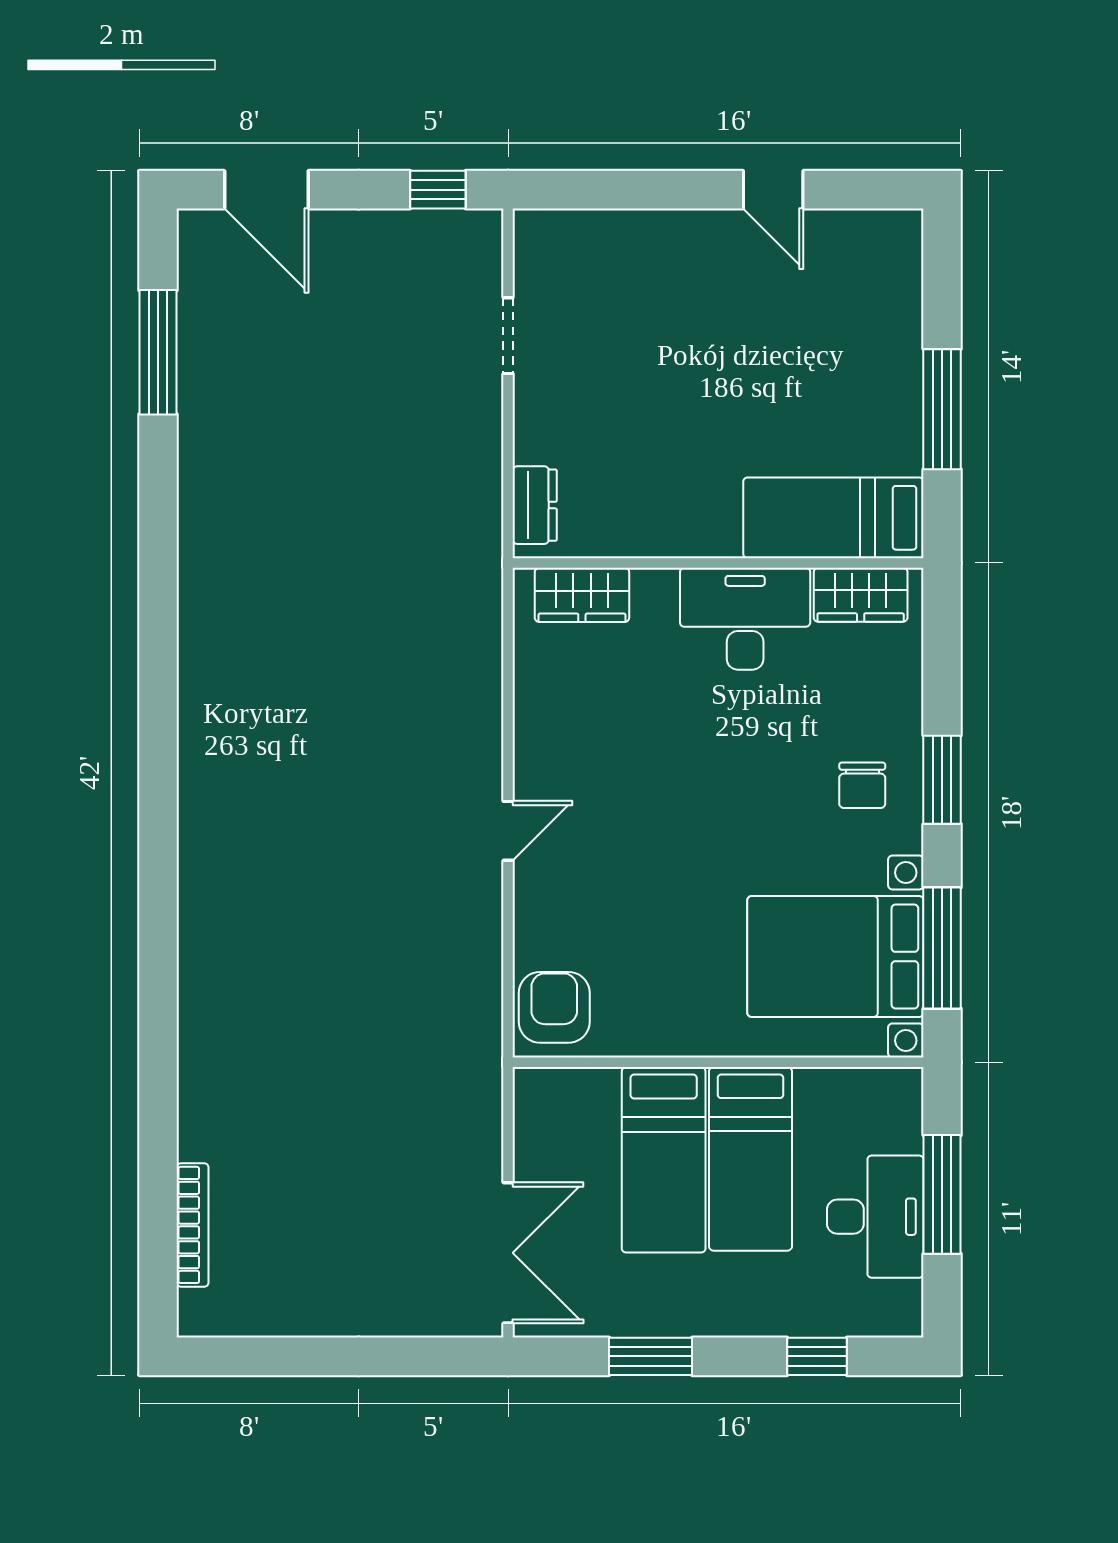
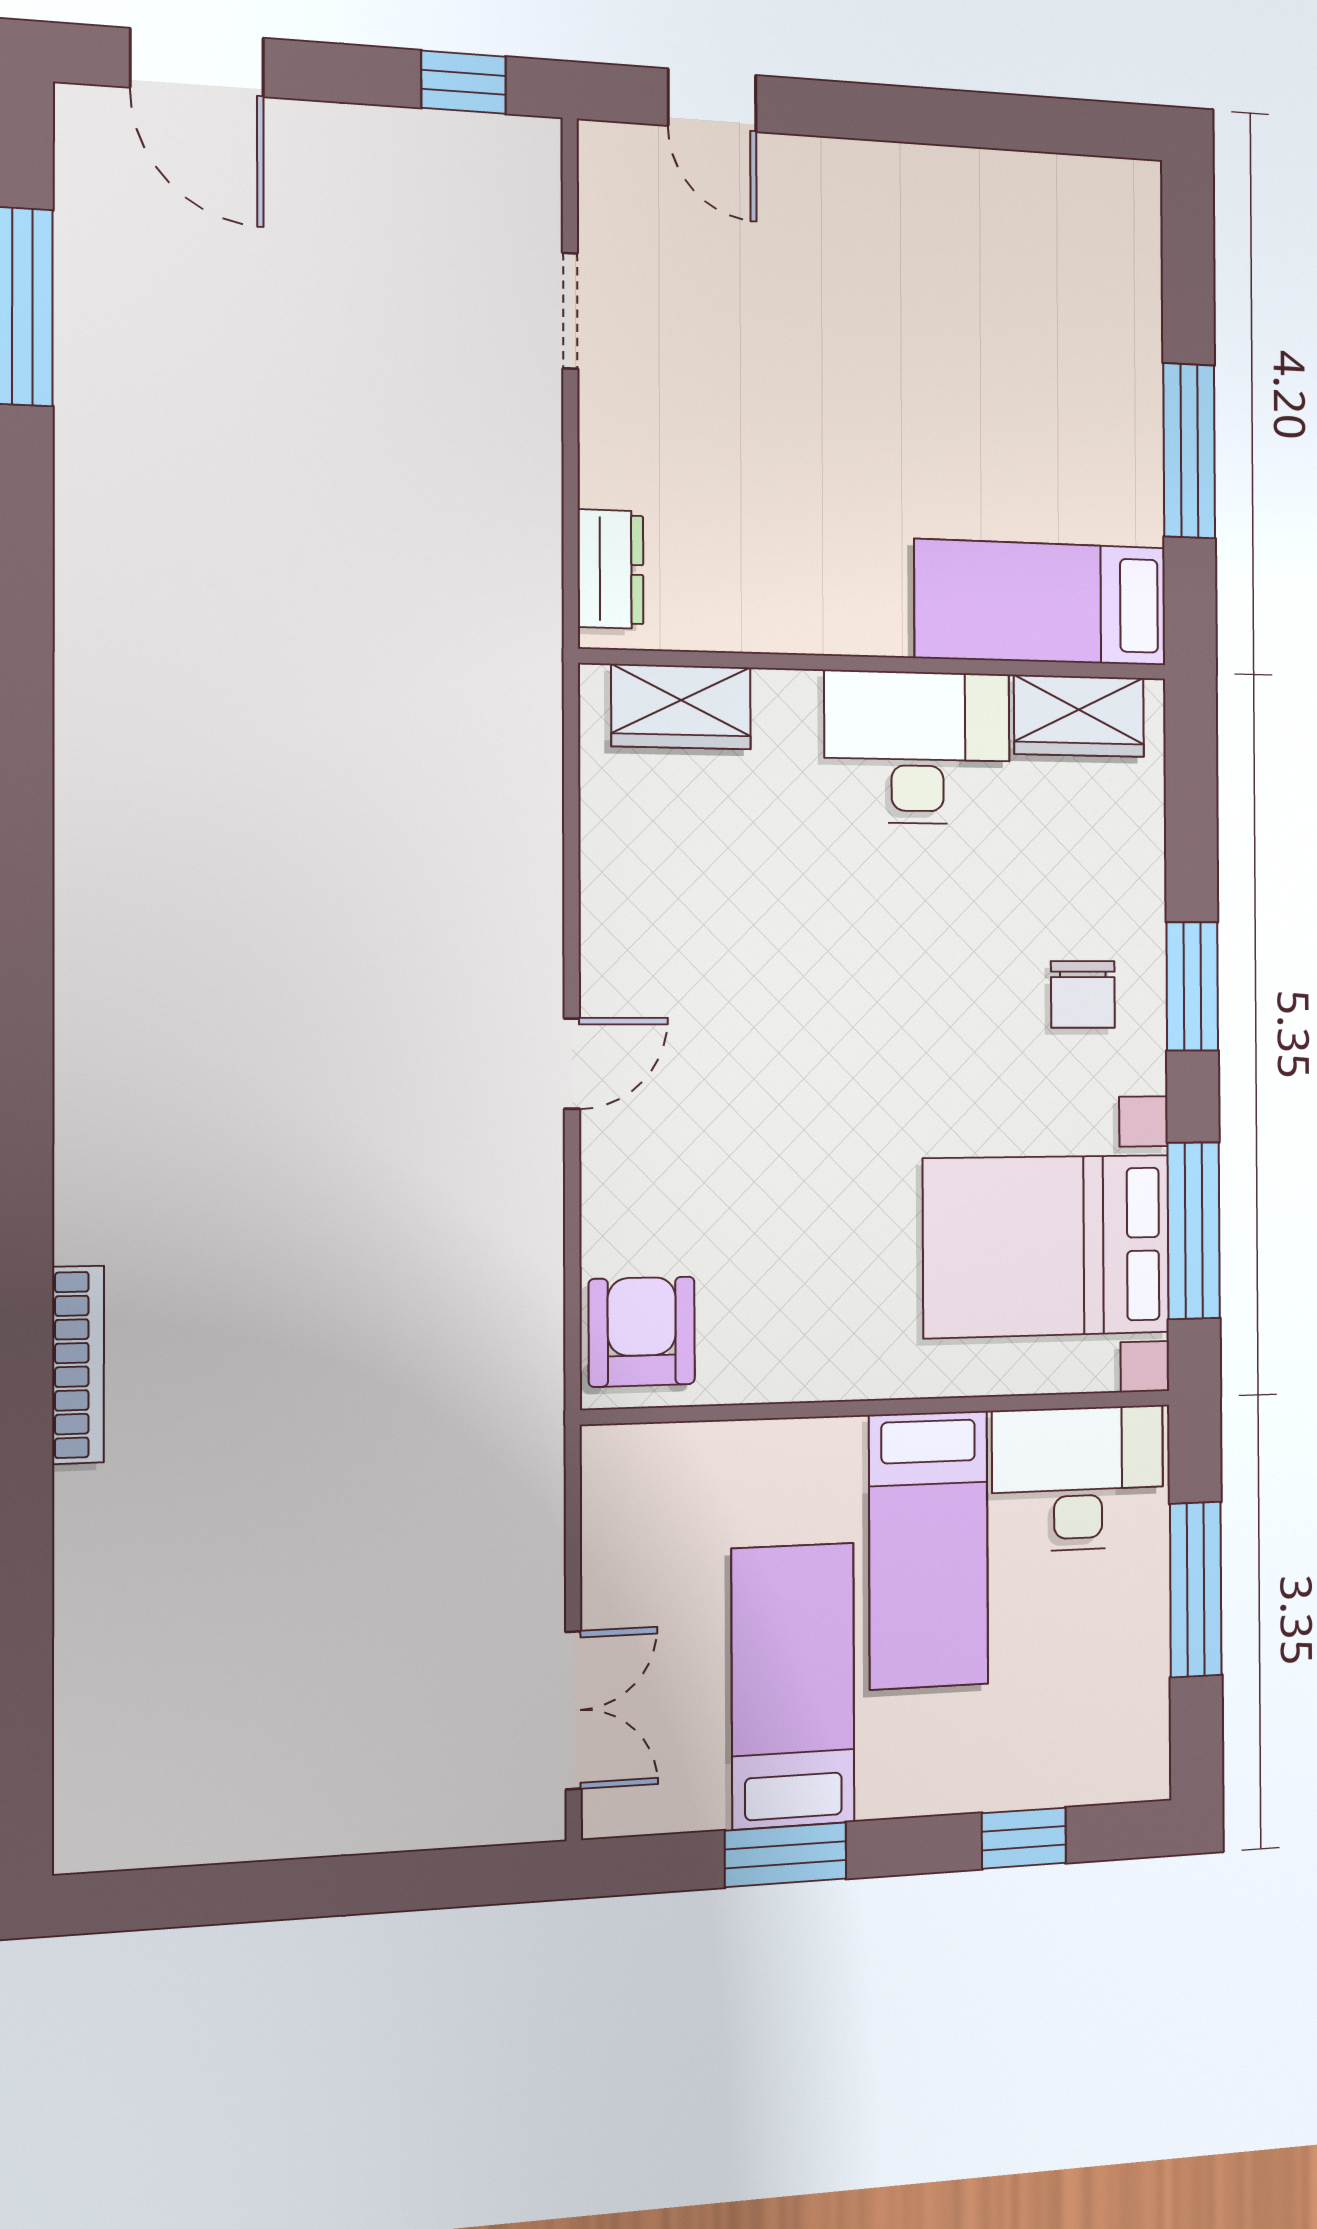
door: (773, 190) -> (712, 100), moved
bed: (664, 1160) -> (793, 1686), moved, turned 180
desk: (875, 1217) -> (1078, 1479), moved, turned -90
bookcase: (193, 1225) -> (78, 1365), moved
double door: (508, 1253) -> (573, 1710), width x0.73

